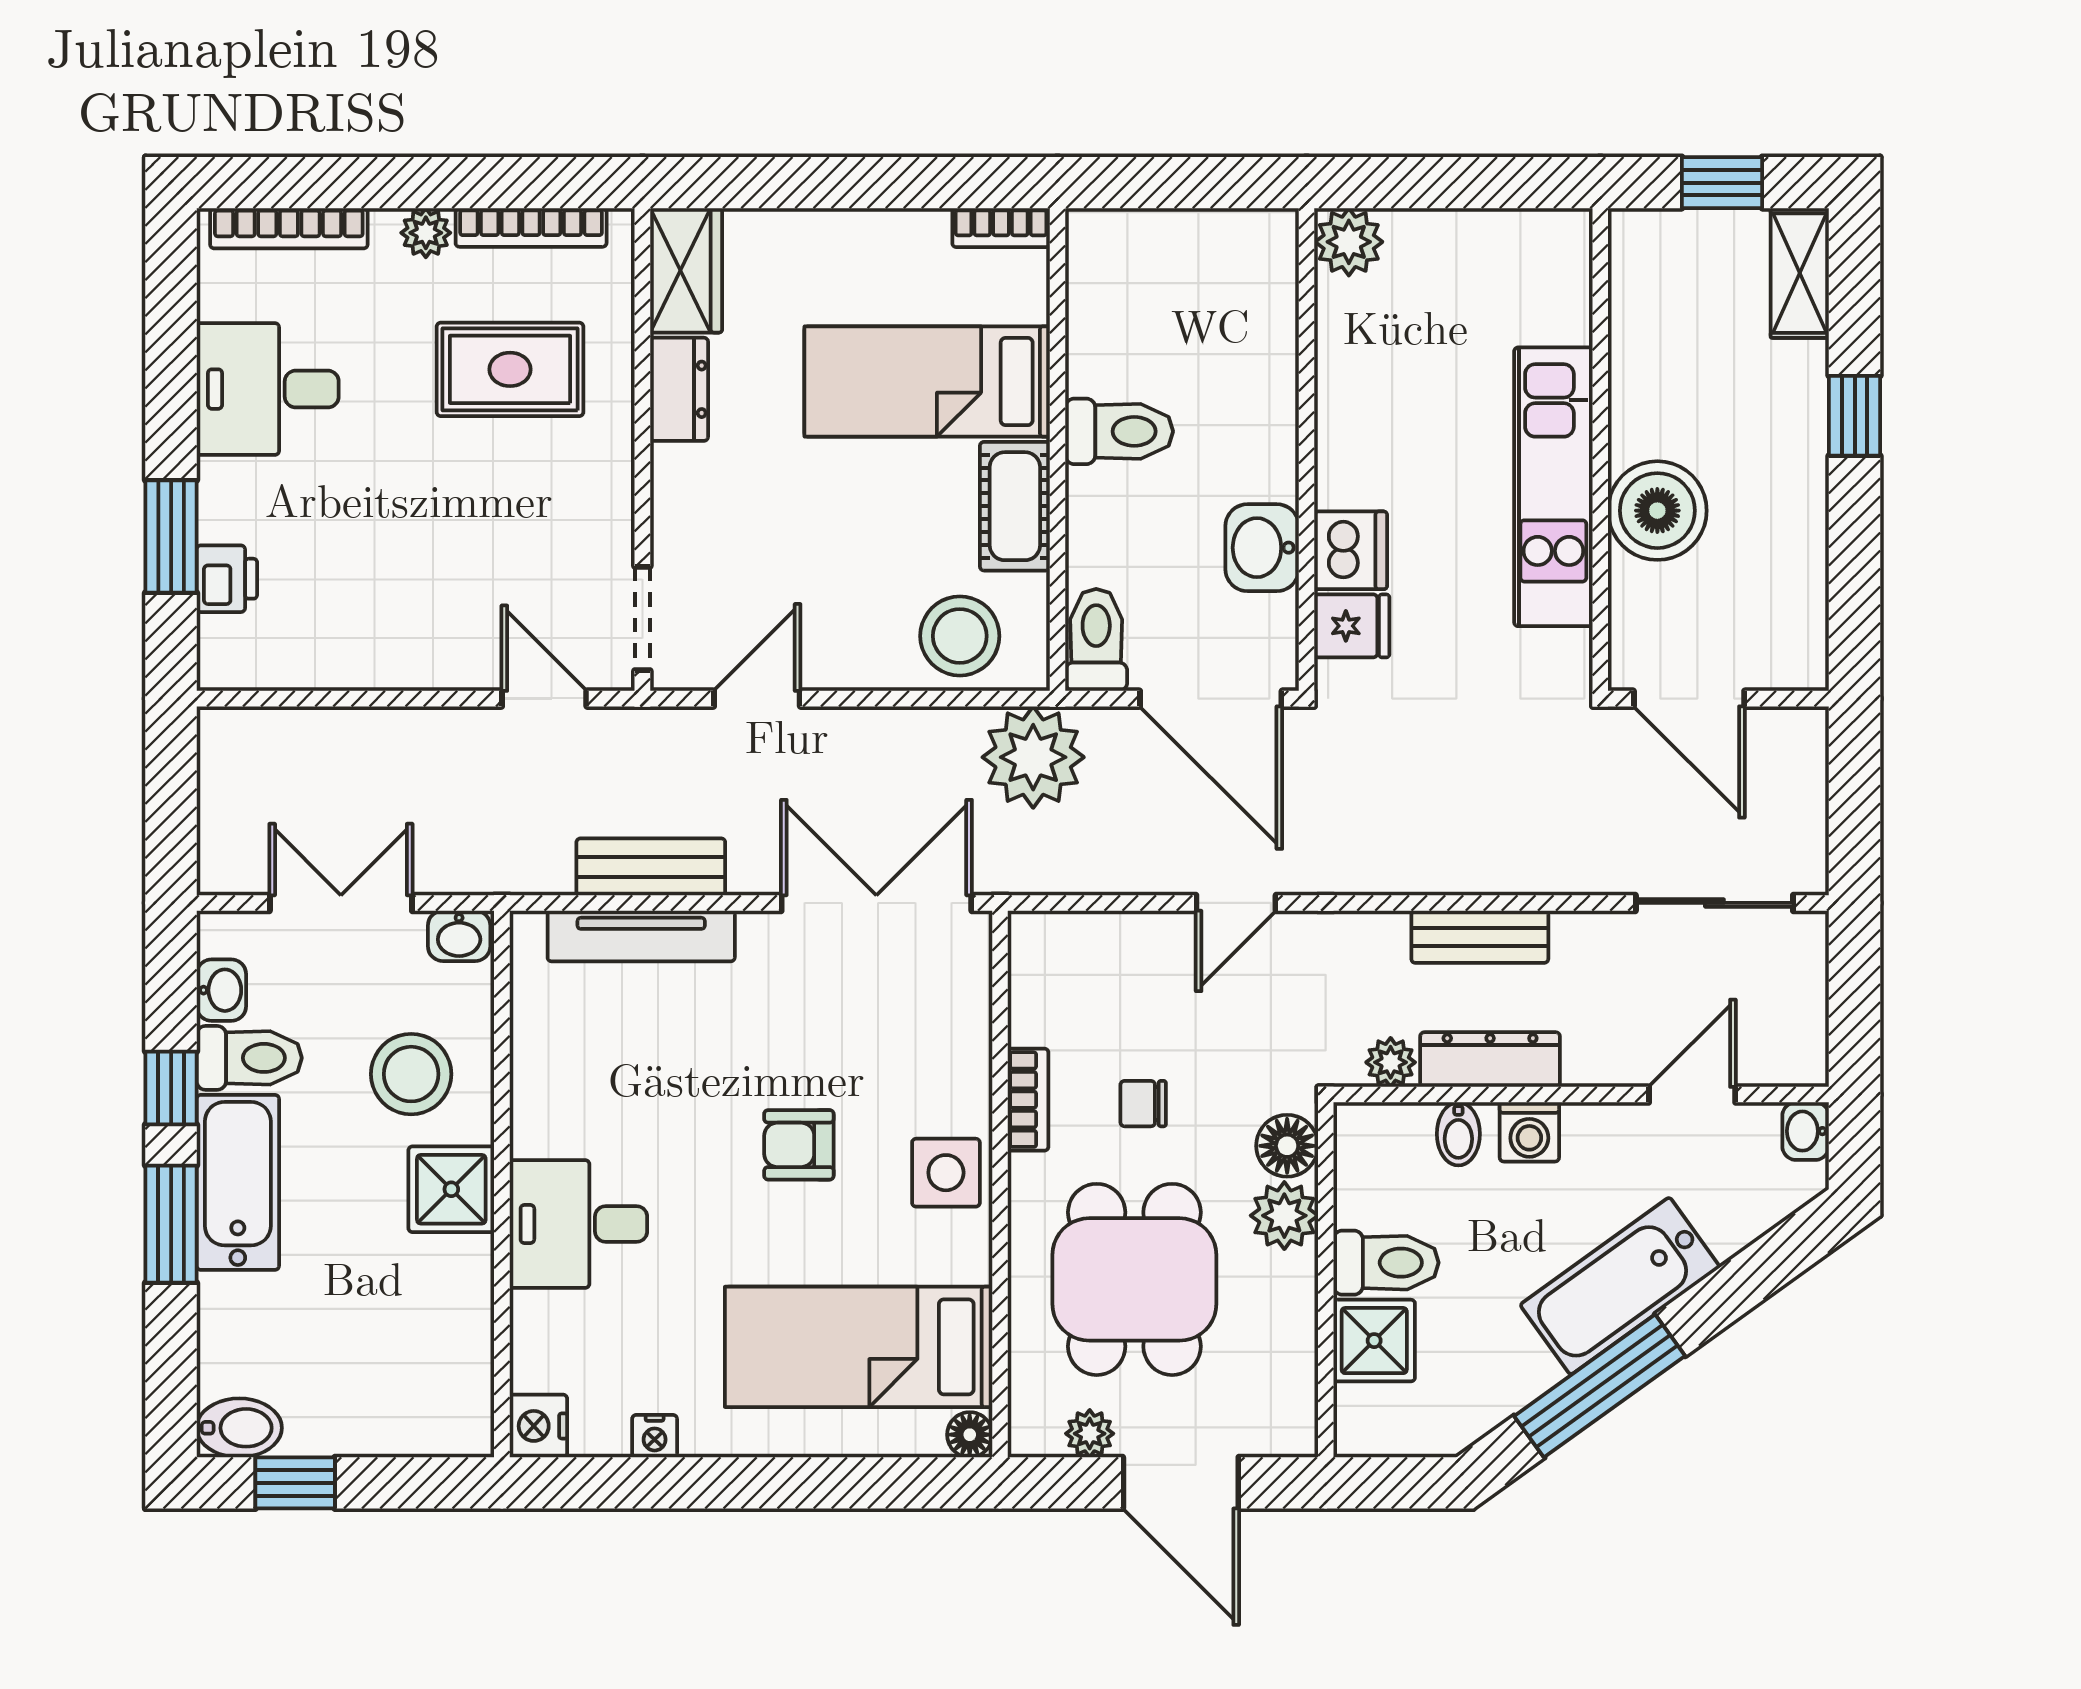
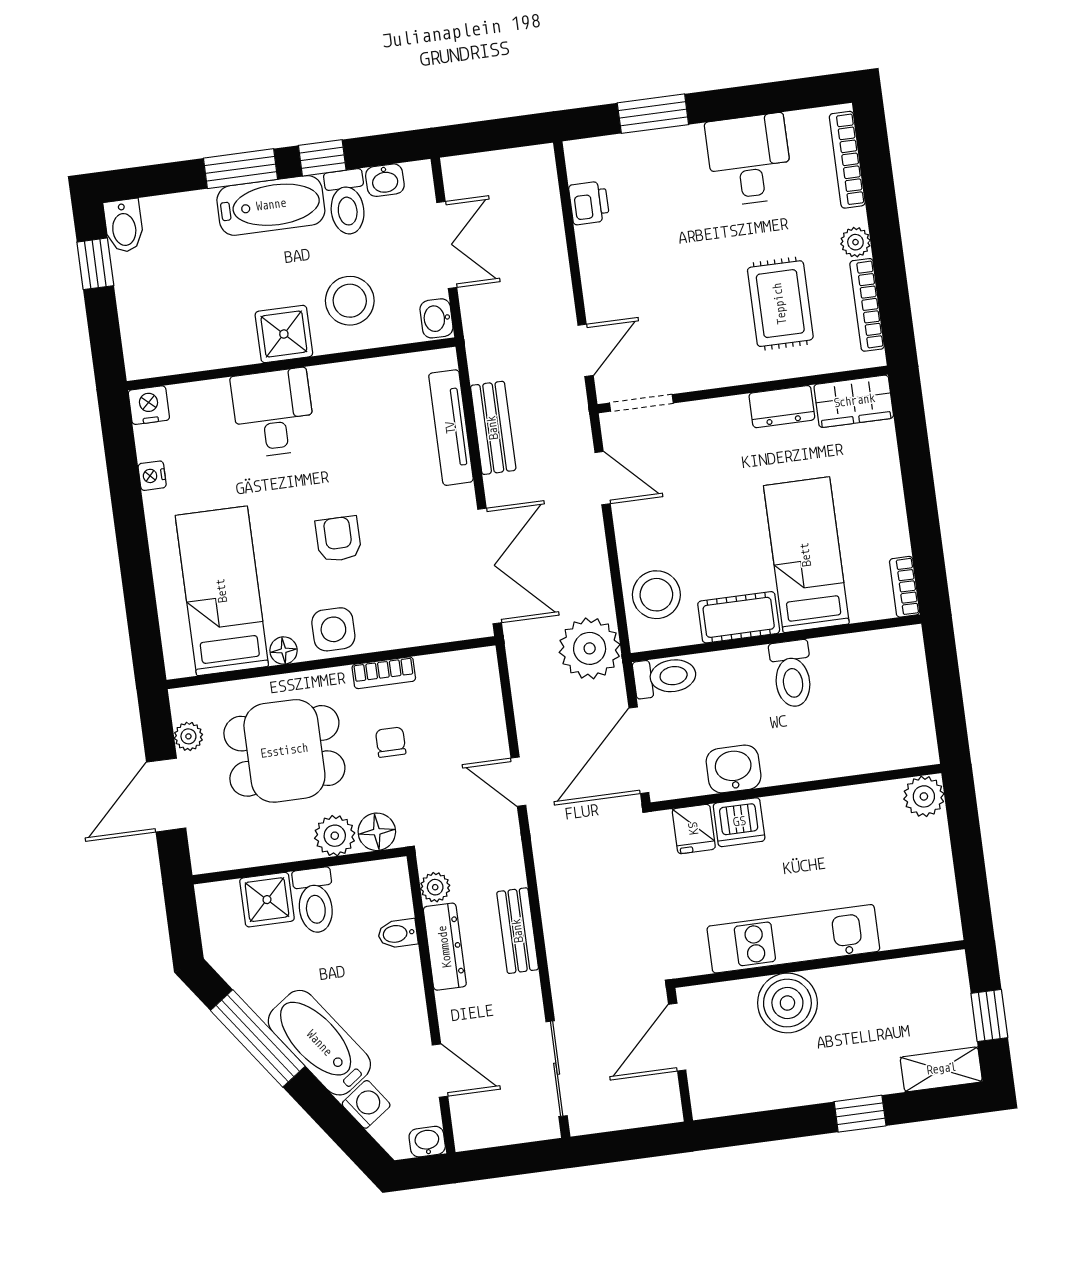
printer: (227, 579) -> (589, 203), moved, turned -90
washing machine: (1529, 1132) -> (366, 1104), moved, turned 144
floor lamp: (970, 1435) -> (284, 651), moved

